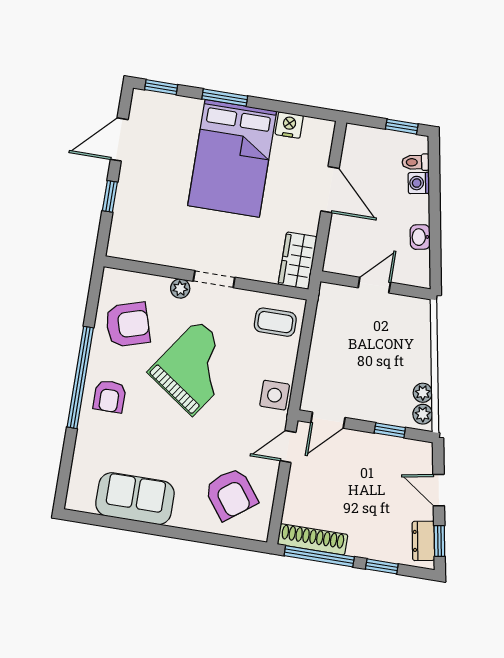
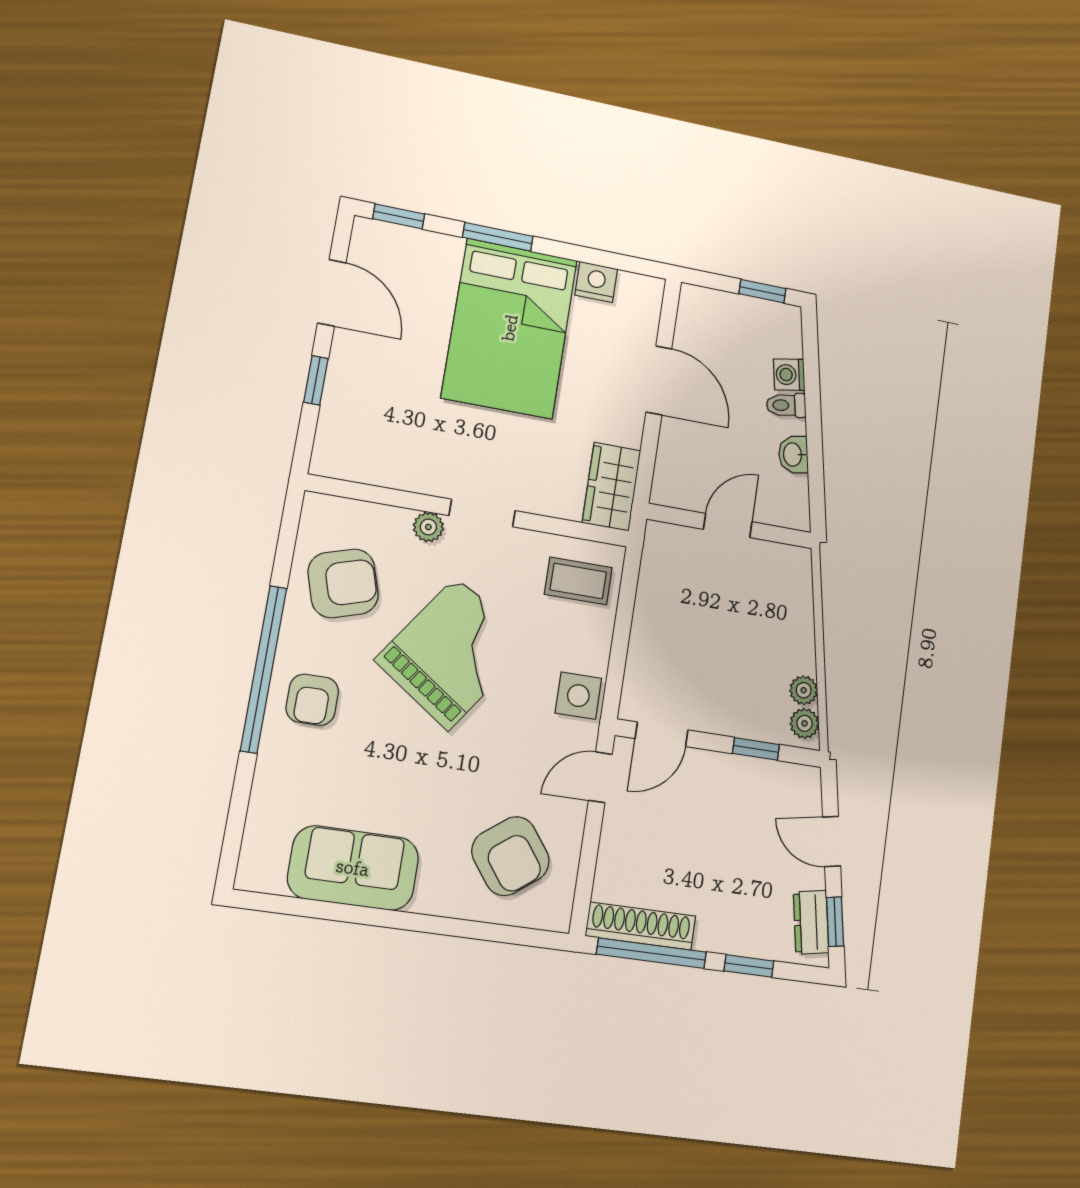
door: (119, 139) -> (332, 293), swing flipped
toilet: (416, 162) -> (786, 405), moved

